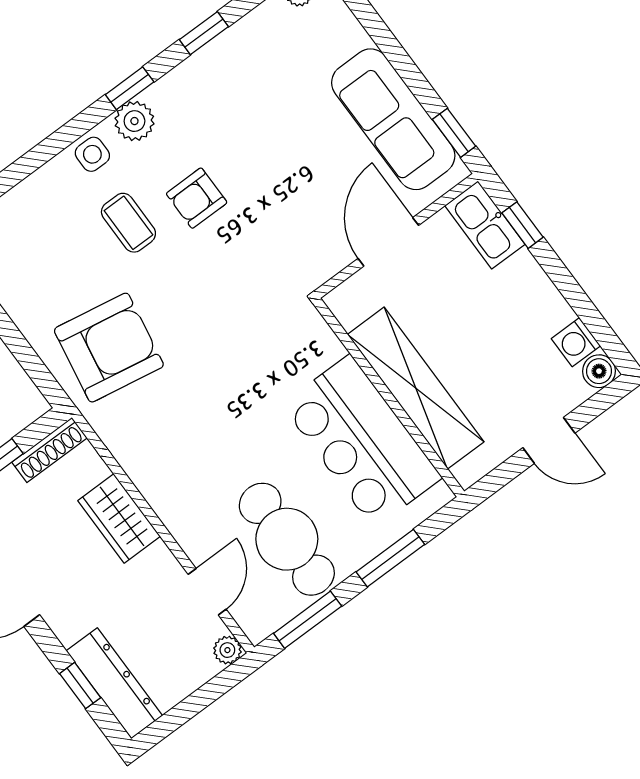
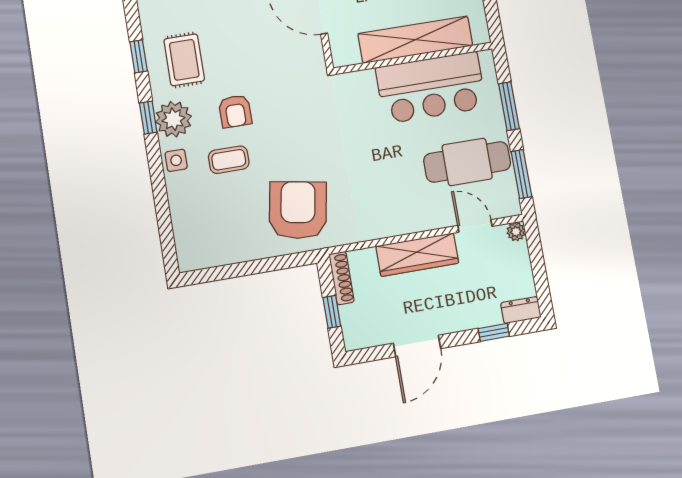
rug: (230, 96) -> (184, 60), added
plant: (134, 121) -> (173, 119), width x1.36, depth x1.36
wardrobe: (119, 518) -> (417, 255), width x1.50
dresser: (114, 683) -> (521, 310), width x0.51, depth x0.80

